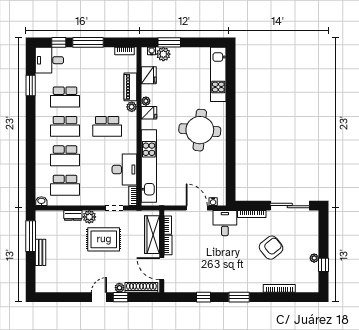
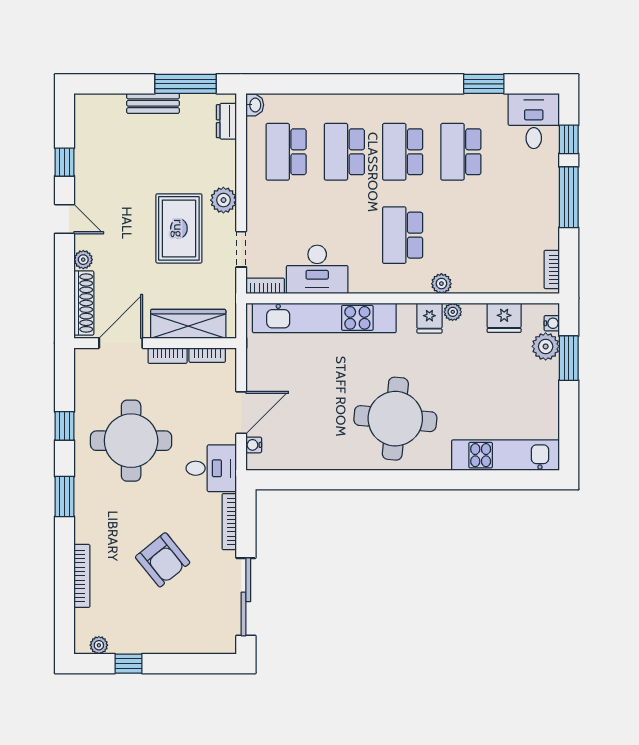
piano: (130, 87) -> (481, 281), removed
dresser: (73, 215) -> (226, 121), moved
plant: (314, 258) -> (99, 645), moved
round table: (211, 264) -> (131, 441), added
window: (121, 297) -> (64, 162), moved

